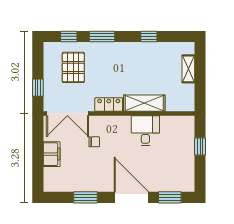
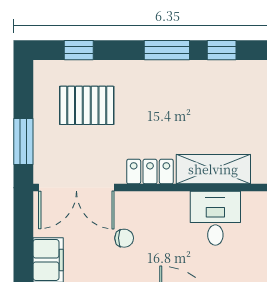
window: (102, 36) -> (167, 50), moved
pallet: (73, 67) -> (87, 105), turned 90
window: (38, 88) -> (23, 141), width x1.50

